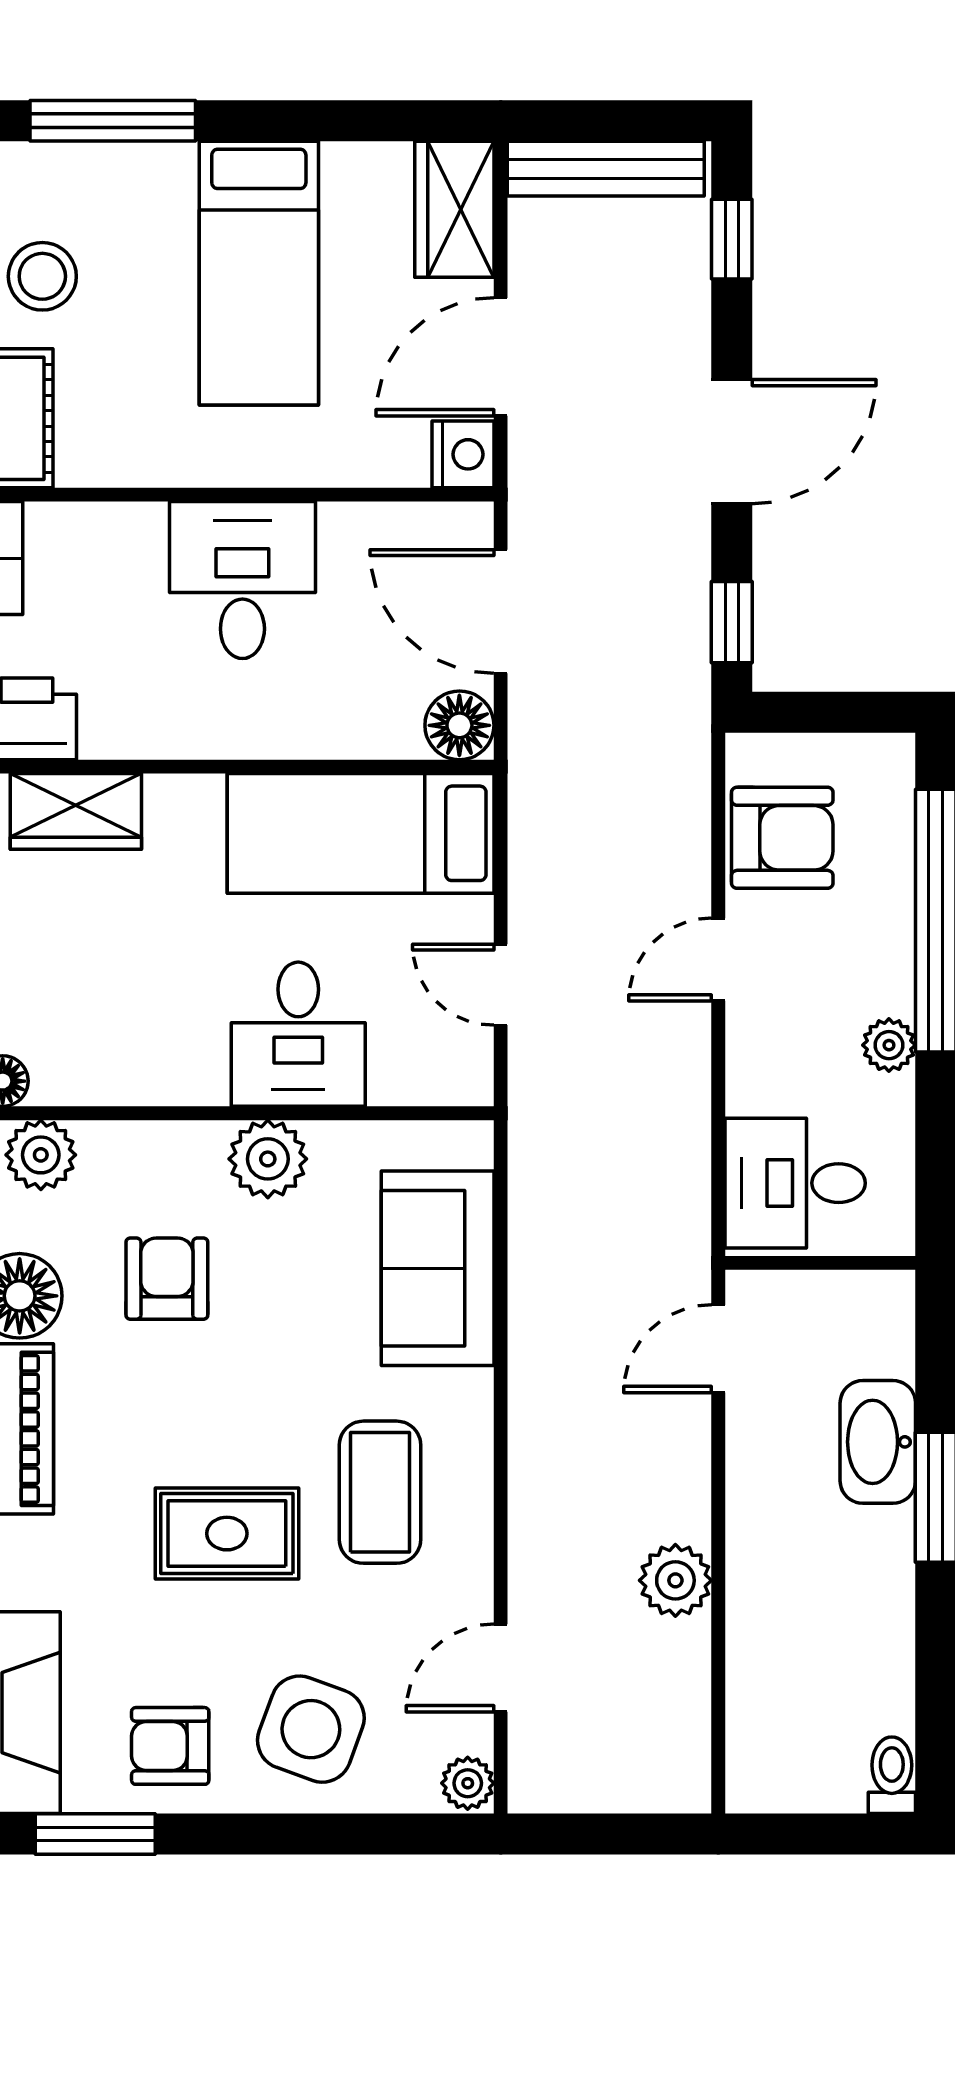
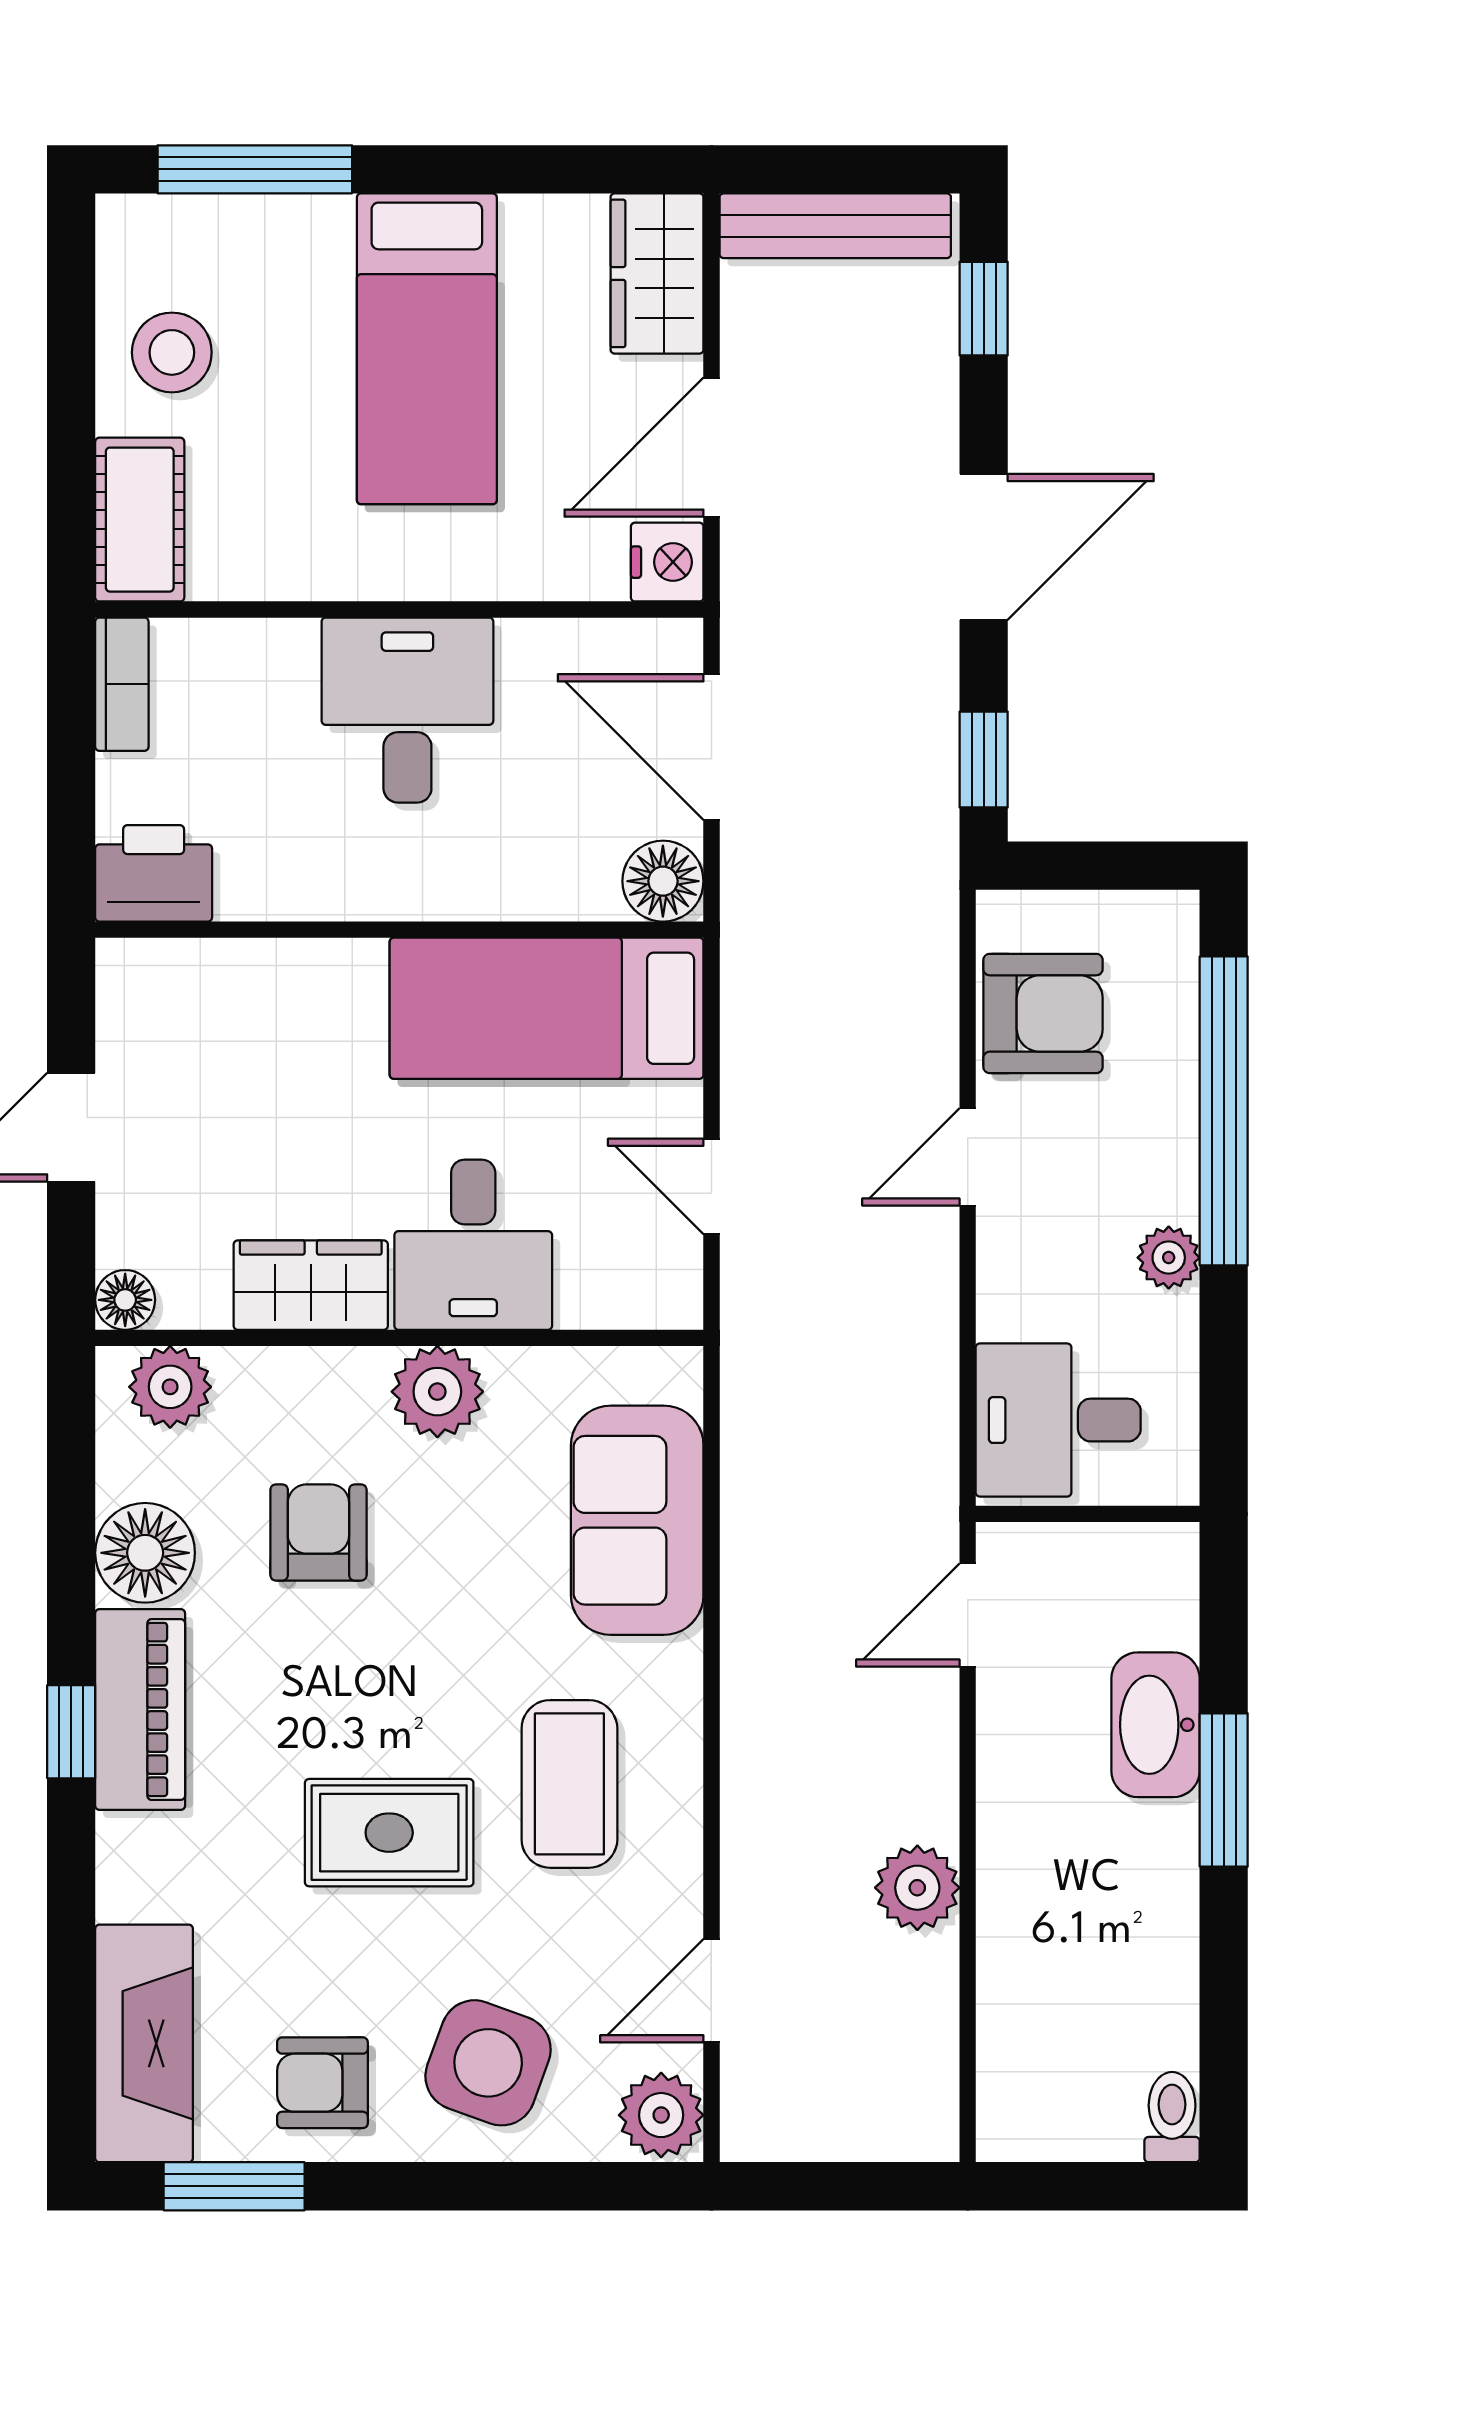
wardrobe: (76, 811) -> (311, 1285), moved, turned 180
plant: (468, 1783) -> (661, 2115), width x1.38, depth x1.38

